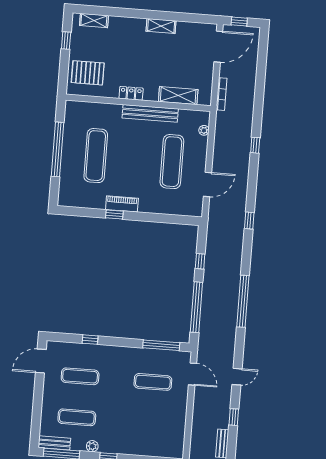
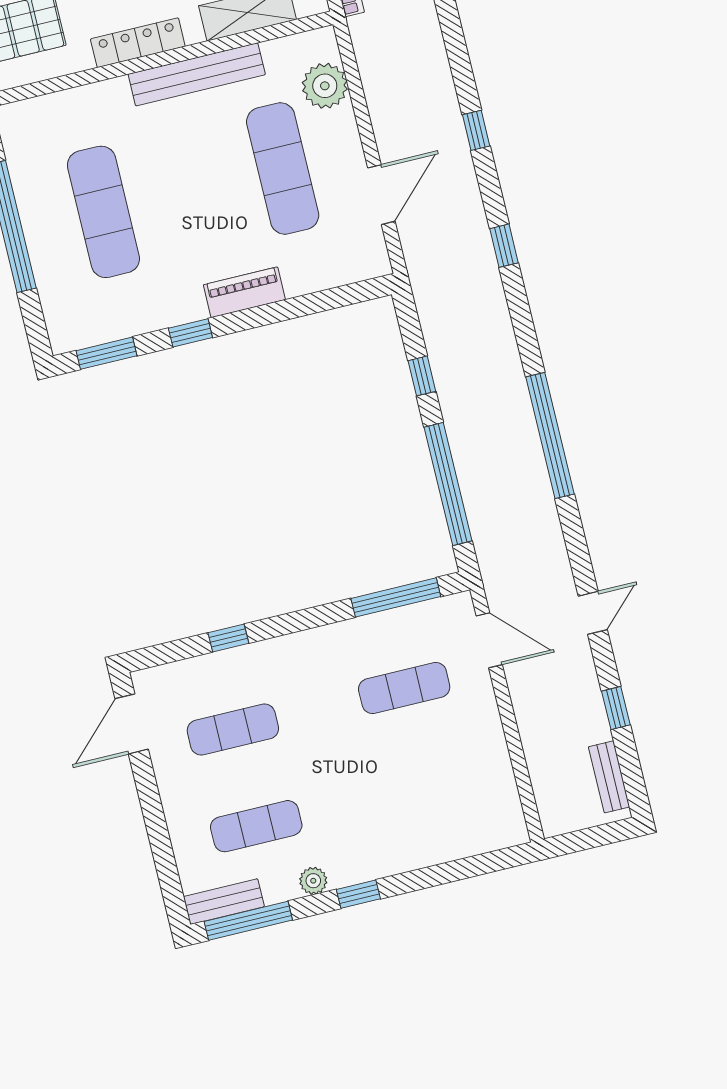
locker: (131, 93) -> (138, 43), width x1.53
plant: (204, 130) -> (325, 86), width x1.88, depth x1.88
window: (255, 145) -> (476, 130), moved
piano: (122, 204) -> (244, 292), moved
window: (79, 212) -> (106, 353), added

